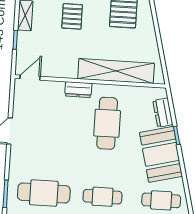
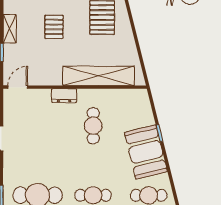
dresser: (163, 113) -> (145, 112), removed
cafe table: (107, 123) -> (93, 126), width x0.73, depth x0.74

